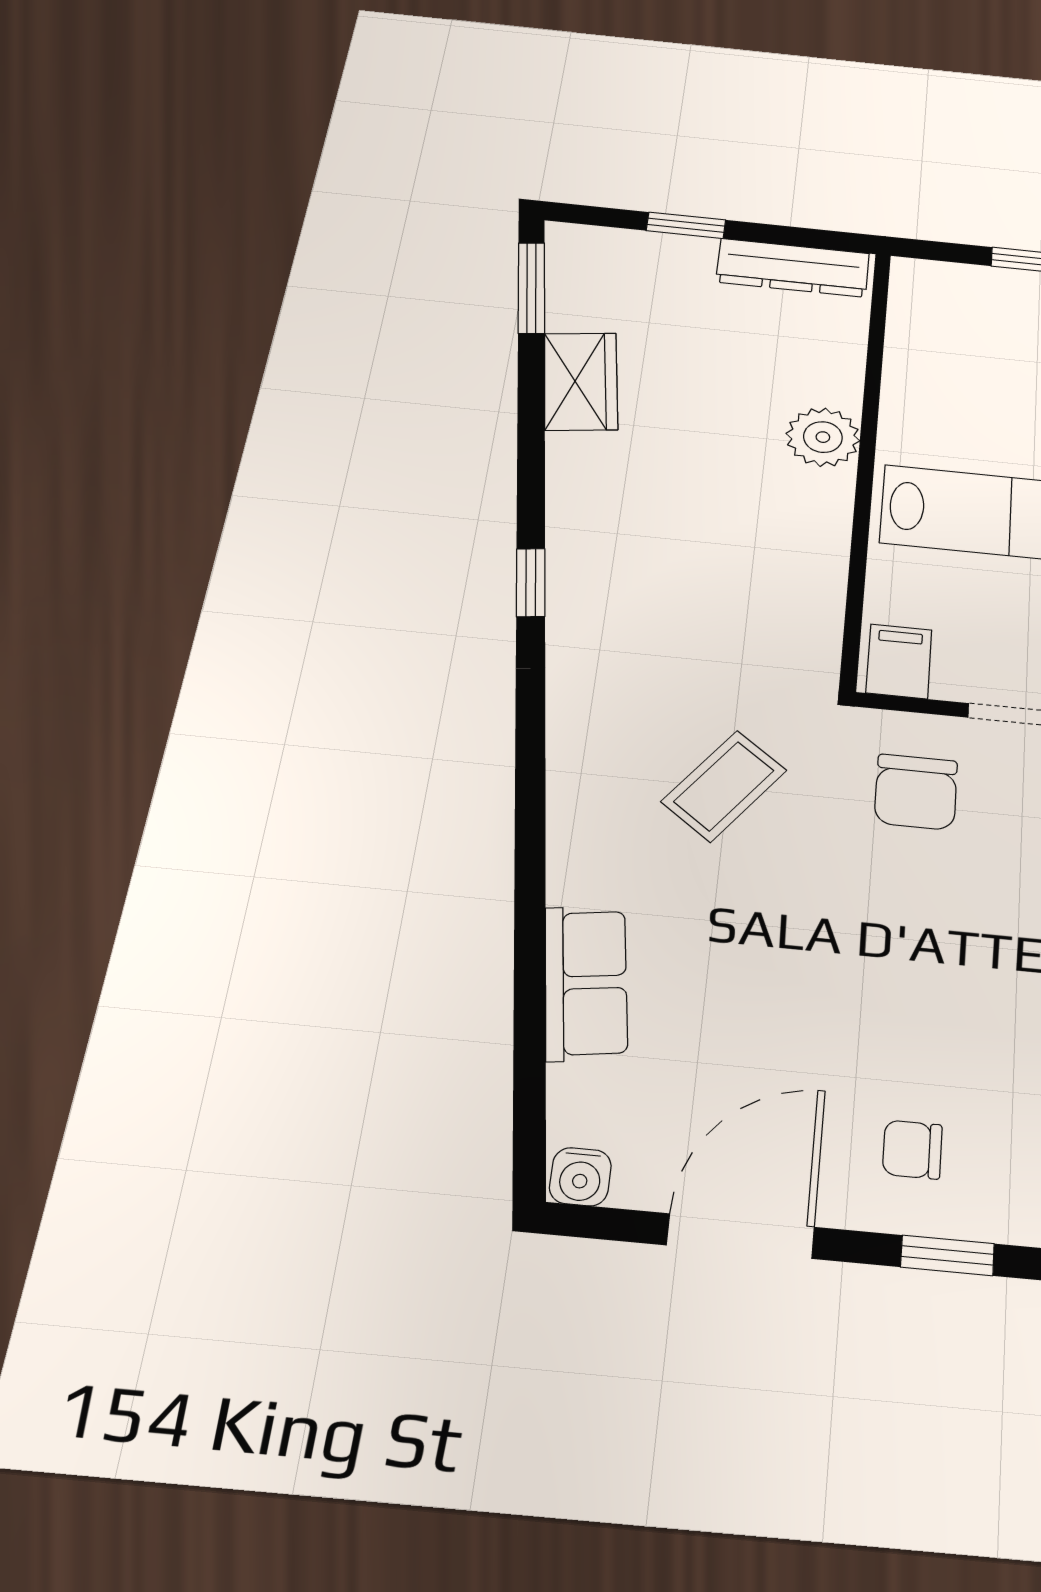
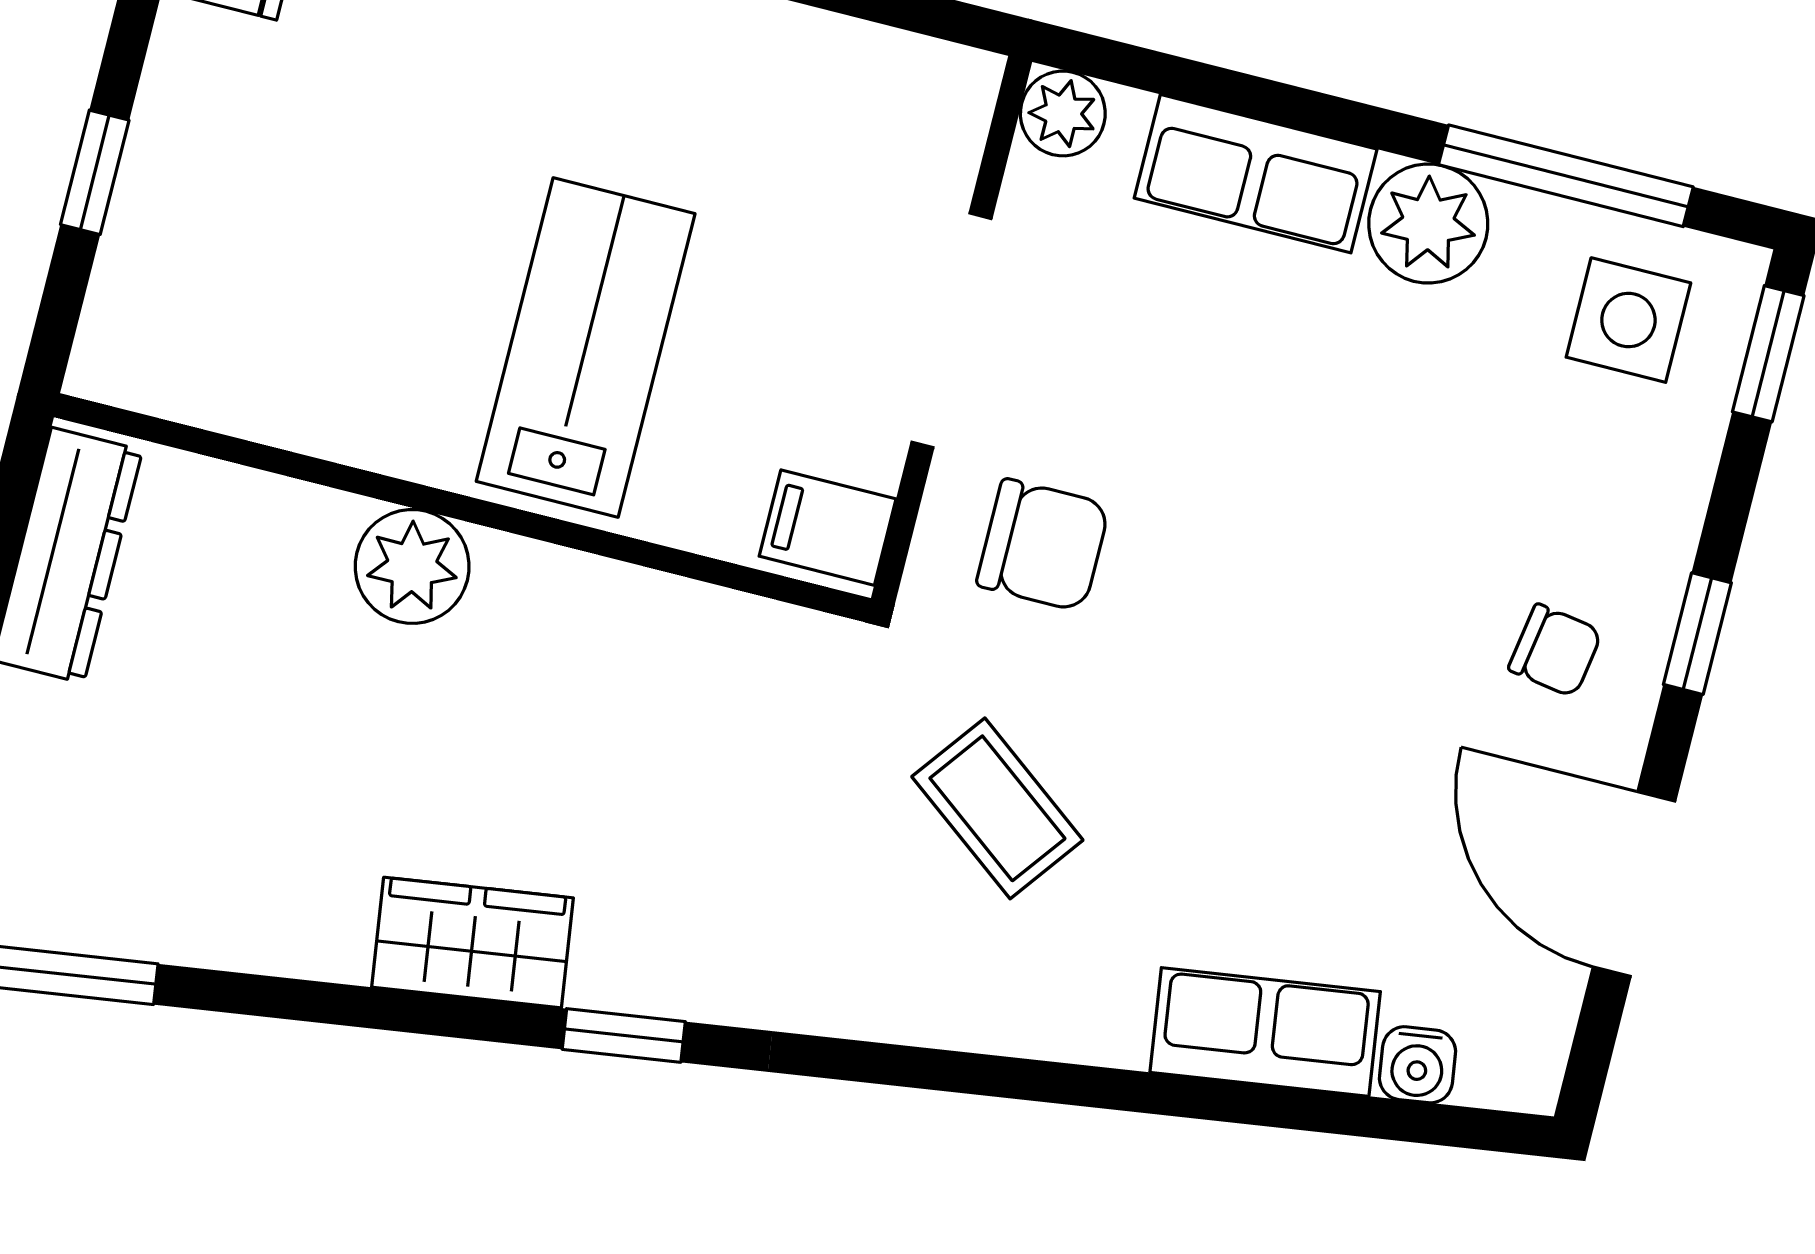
wardrobe: (581, 381) -> (473, 943), moved
chair: (912, 1149) -> (1555, 650), turned -81
water cooler: (580, 1177) -> (1417, 1065), moved, turned 82

